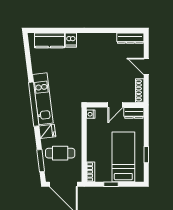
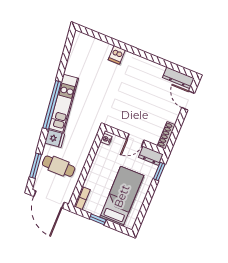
kitchen counter: (49, 40) -> (95, 46), removed
door: (146, 66) -> (188, 101), moved
window: (146, 155) -> (159, 172), moved

